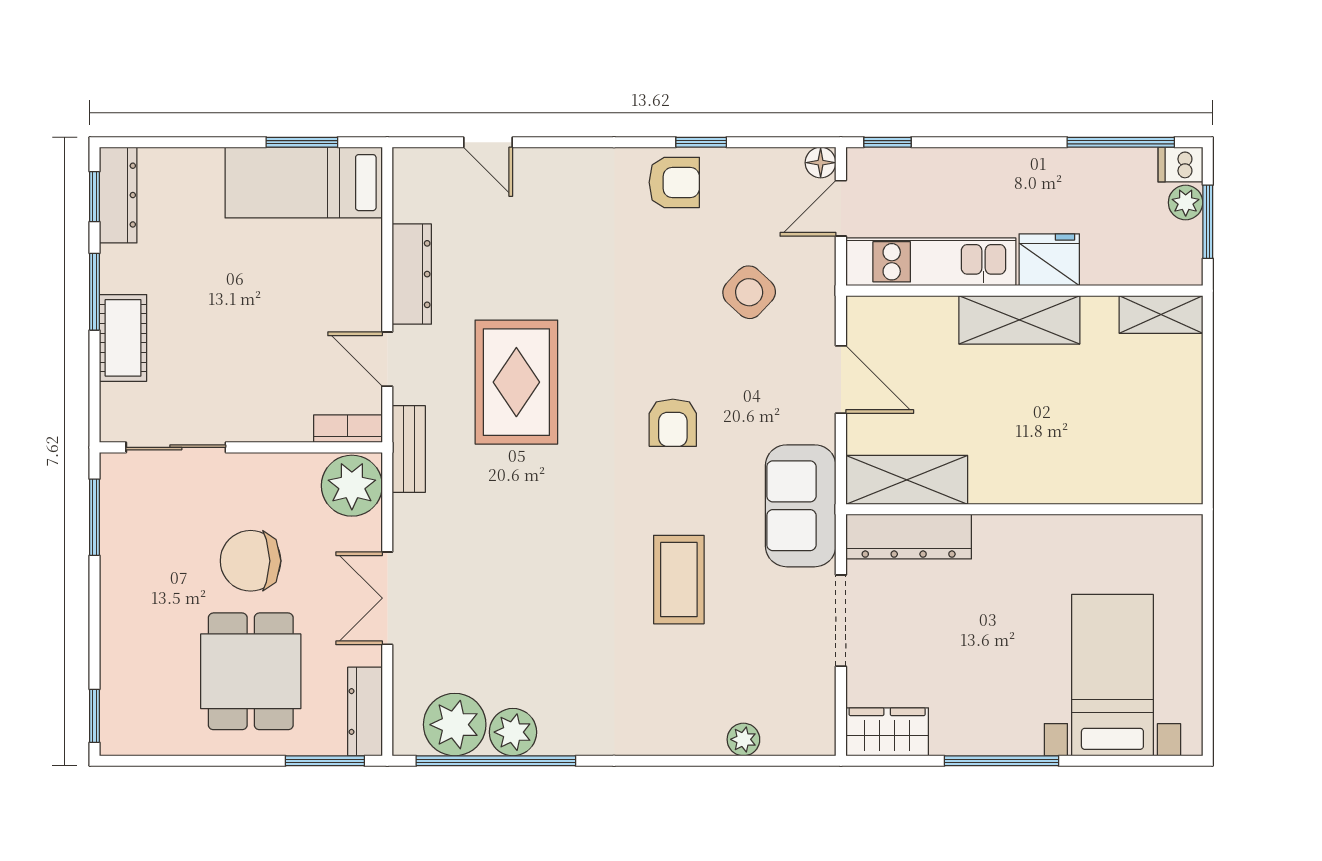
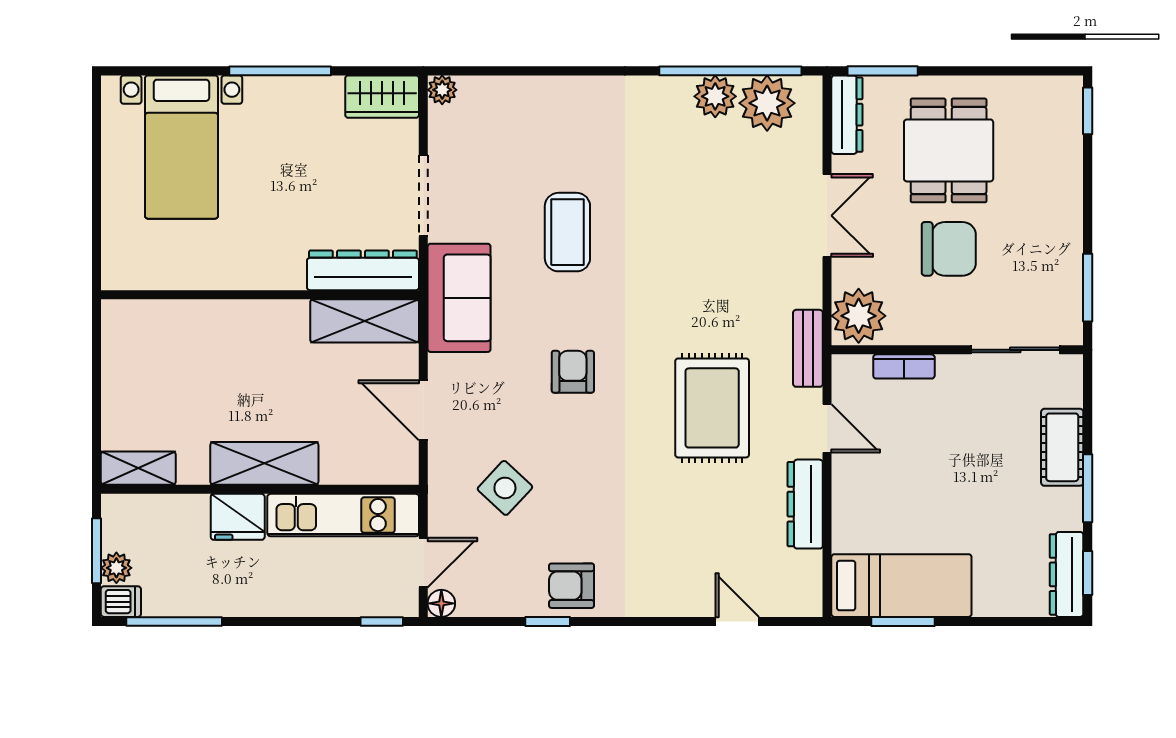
bookcase: (348, 429) -> (904, 366), moved
plant: (743, 739) -> (442, 90), moved

